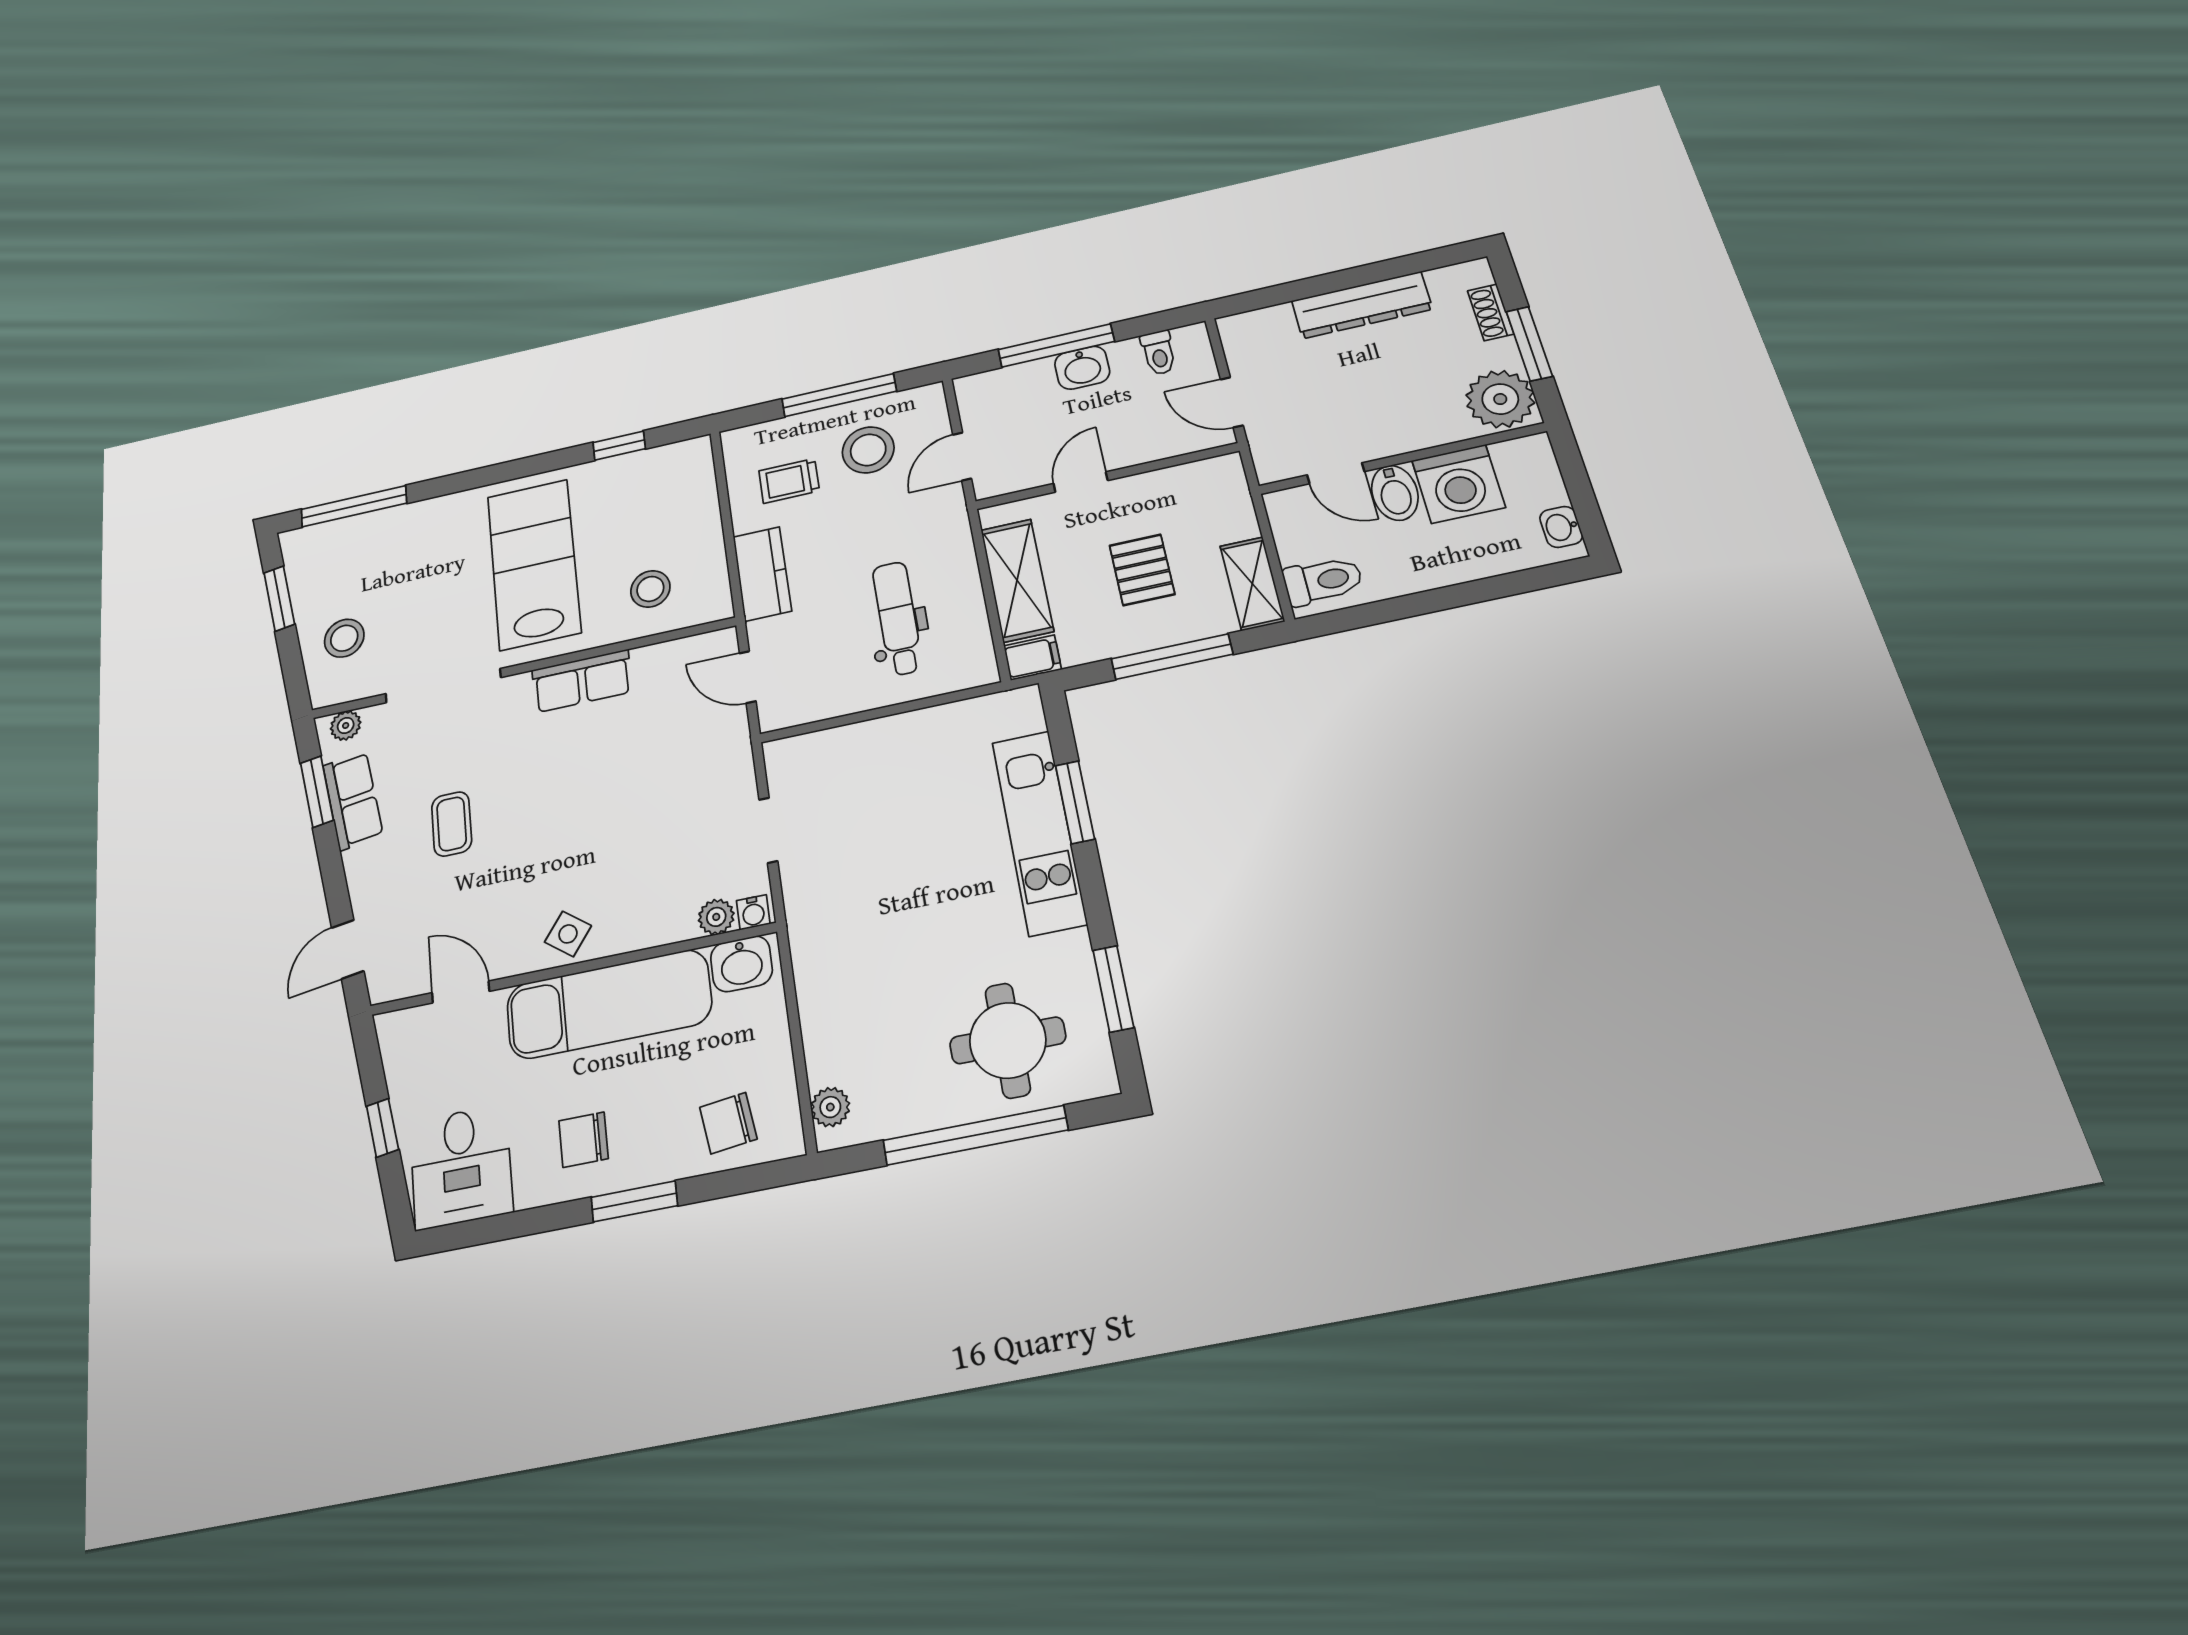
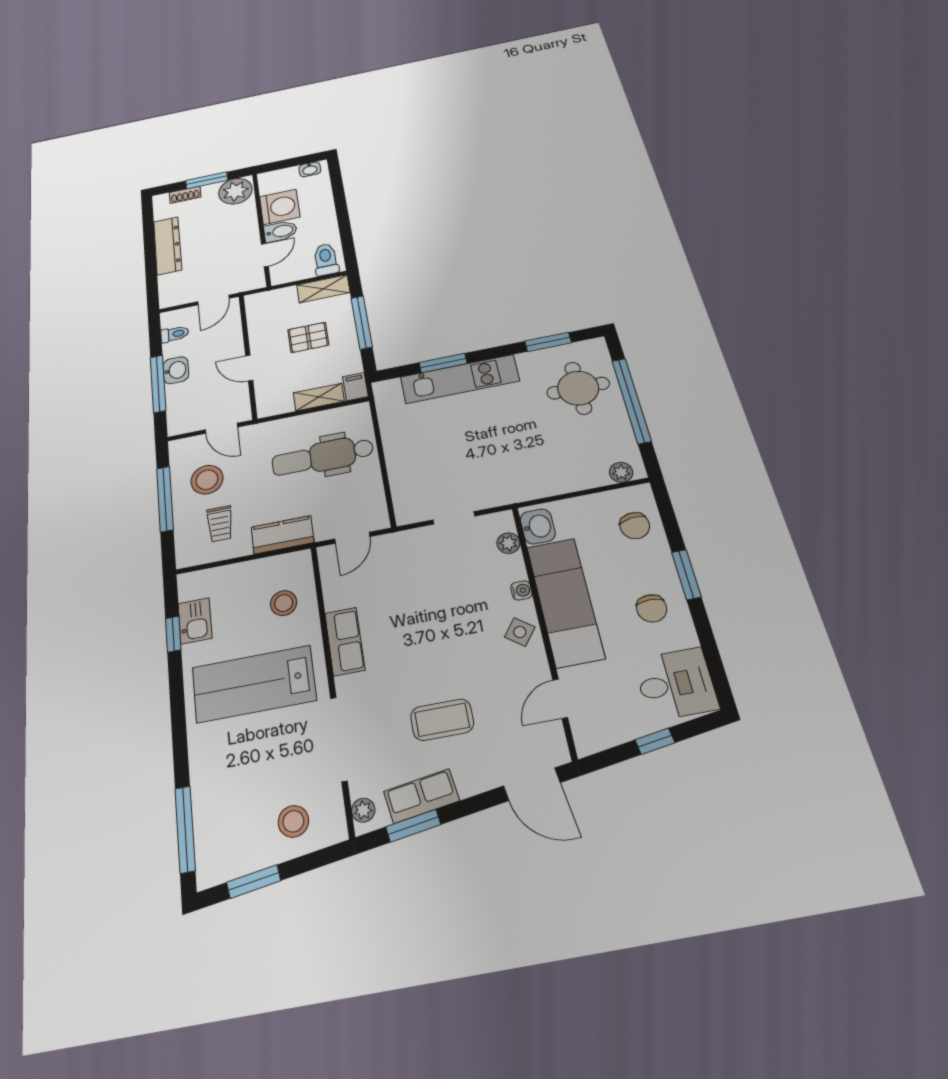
kitchen sink: (636, 471) -> (195, 621), added
shelving: (1017, 580) -> (319, 397), width x0.67, depth x0.75
dental chair: (897, 618) -> (323, 457), width x1.36, depth x1.38
coffee table: (452, 824) -> (442, 720), width x1.36, depth x1.30
water cooler: (753, 912) -> (521, 590), moved
door: (348, 949) -> (532, 784), width x1.38

